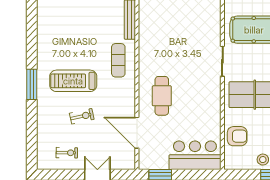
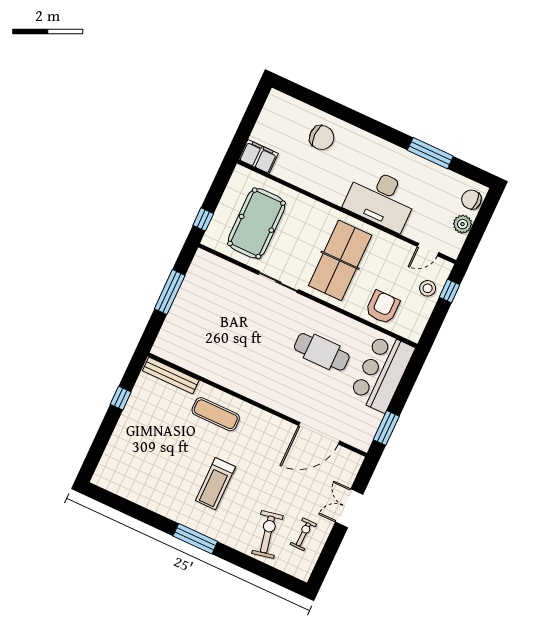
treadmill: (73, 81) -> (215, 484), width x0.73, depth x0.73
cafe table: (162, 96) -> (322, 352), moved
exercise bike: (82, 116) -> (267, 534), moved, width x1.38, depth x1.39

